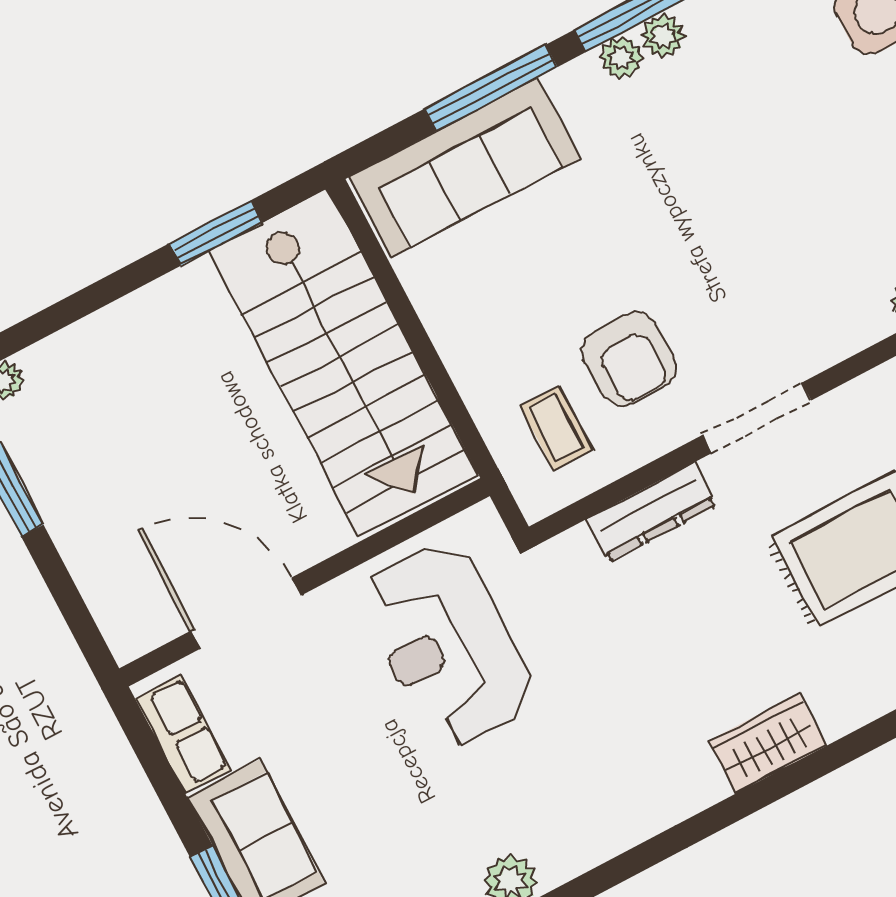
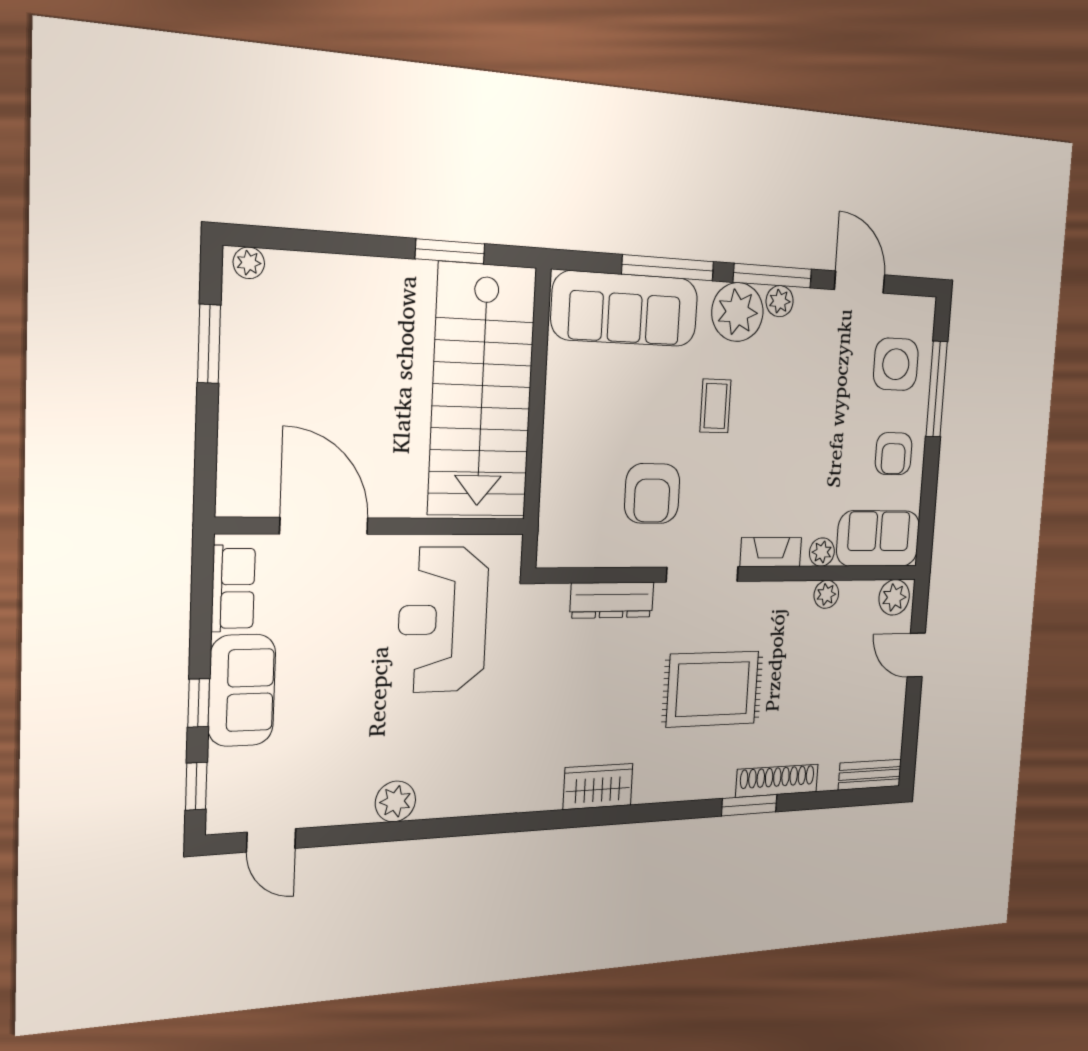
plant: (621, 58) -> (737, 312), width x1.87, depth x1.87
fireplace: (838, 340) -> (771, 552), added
coffee table: (556, 428) -> (715, 406), moved

